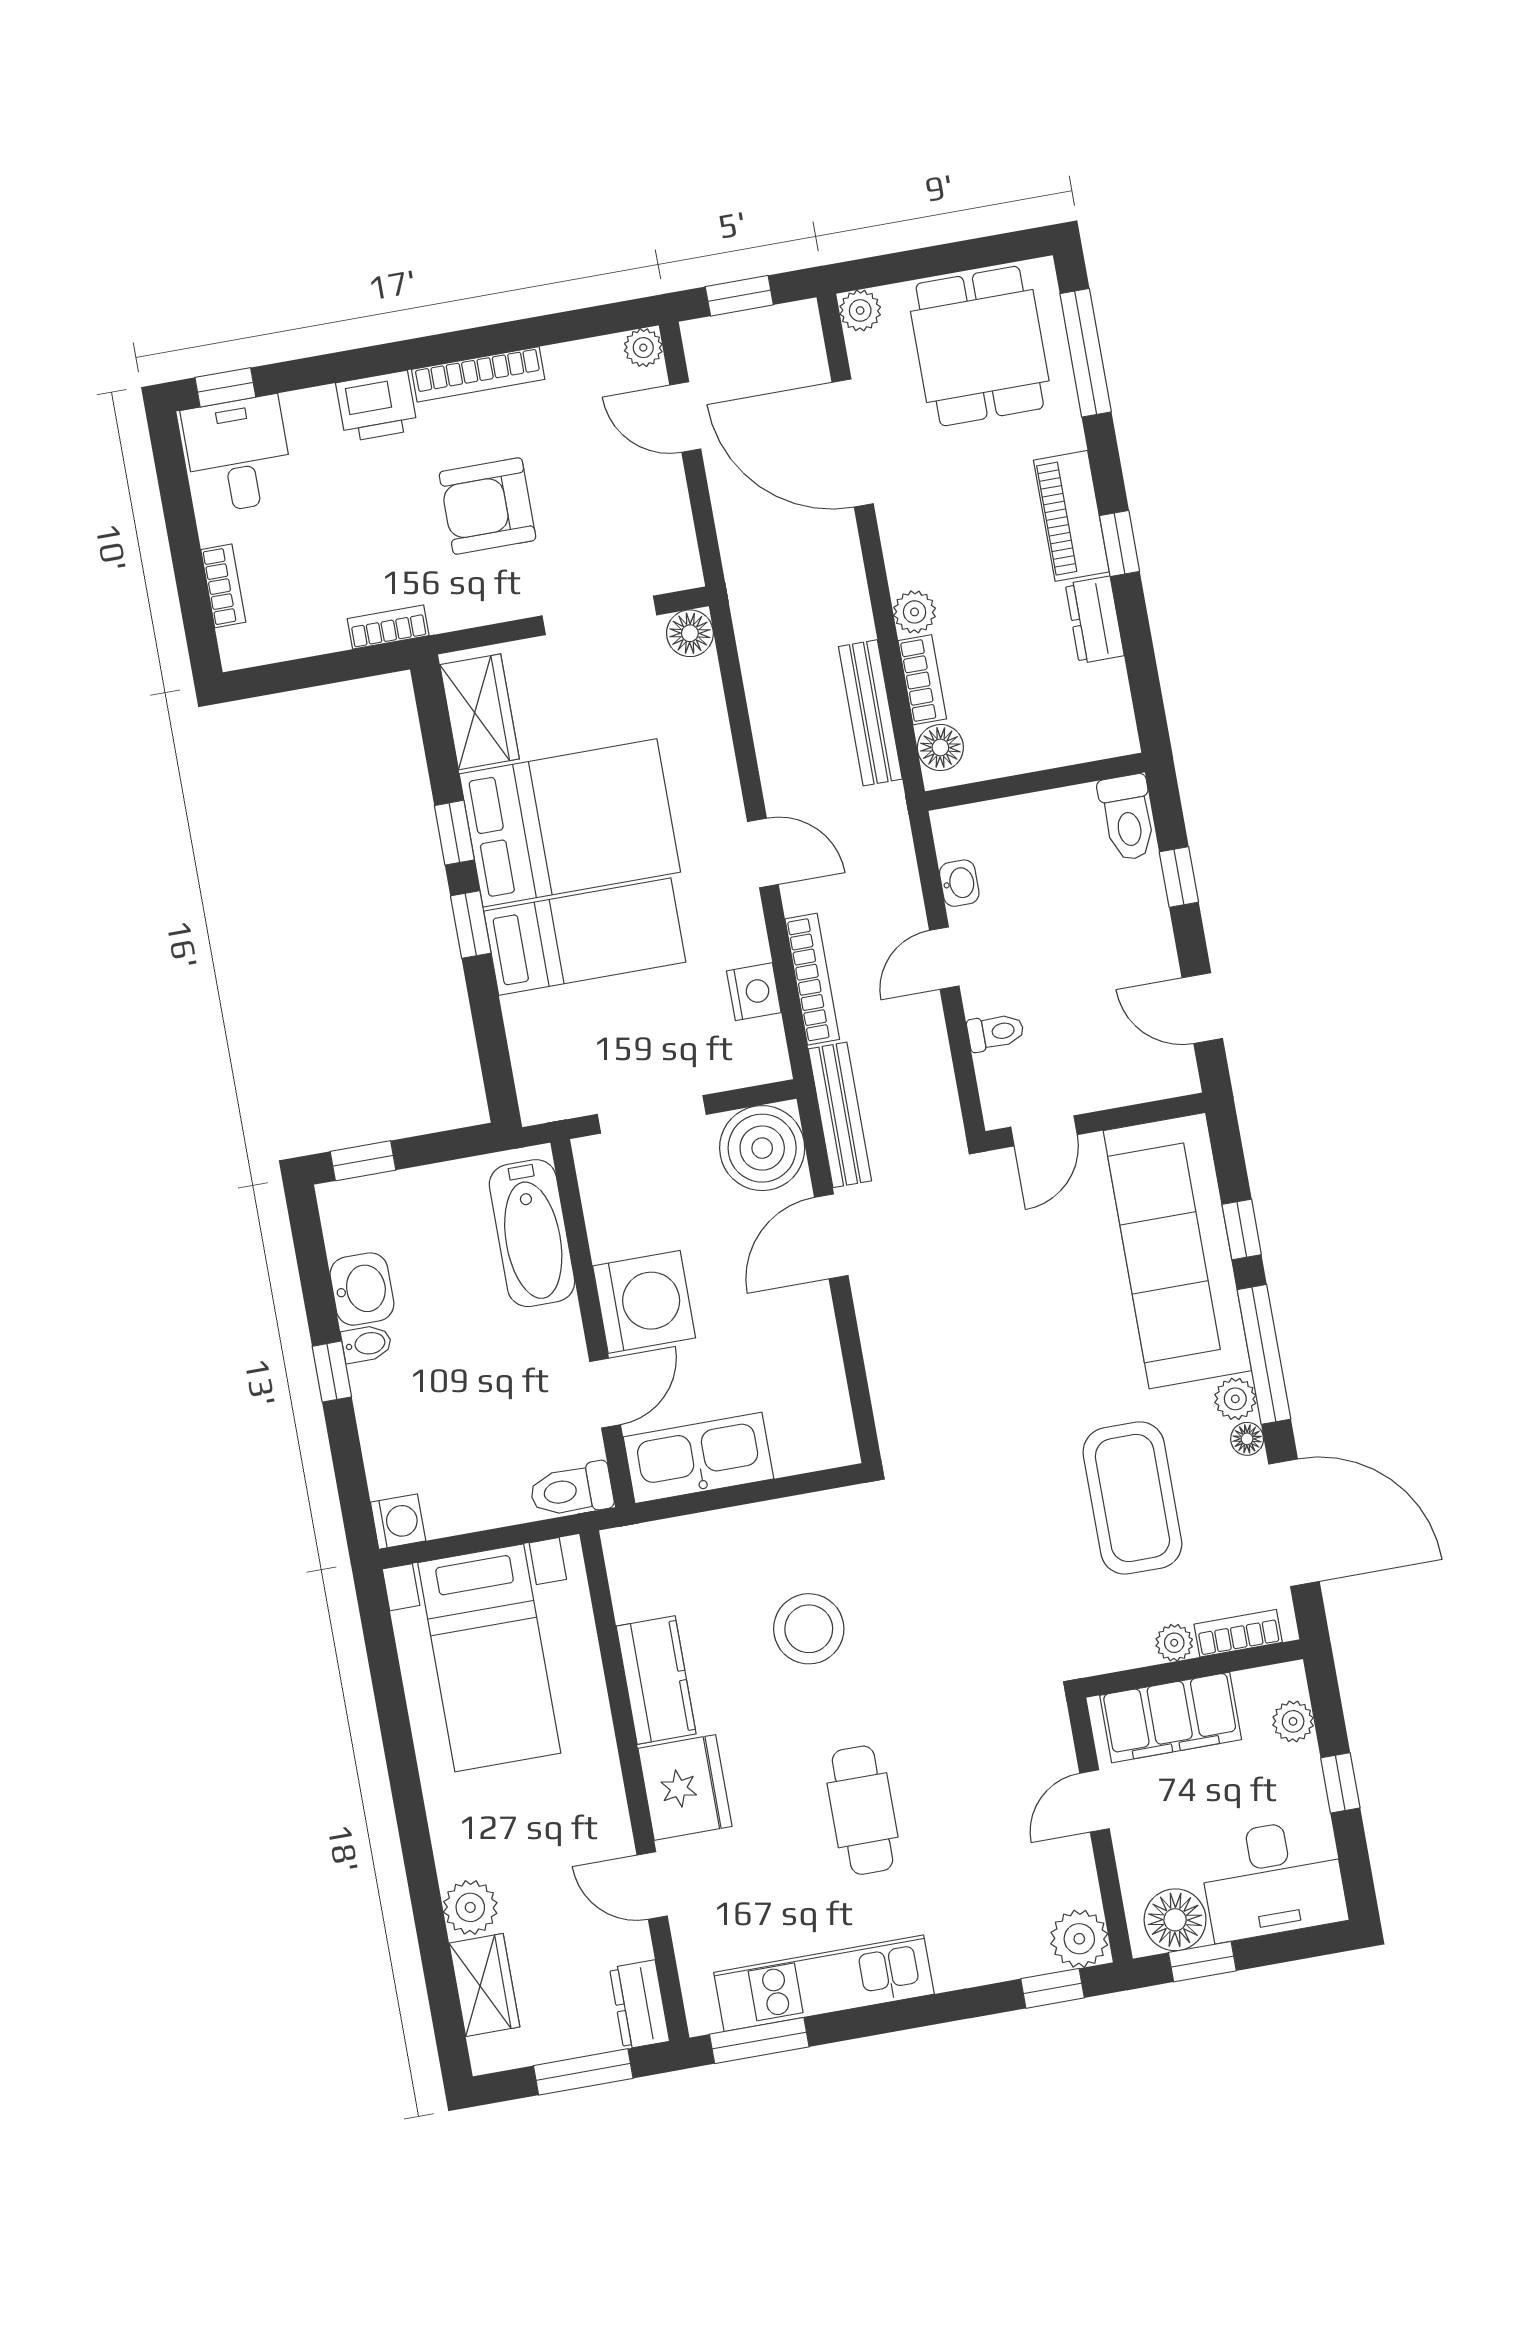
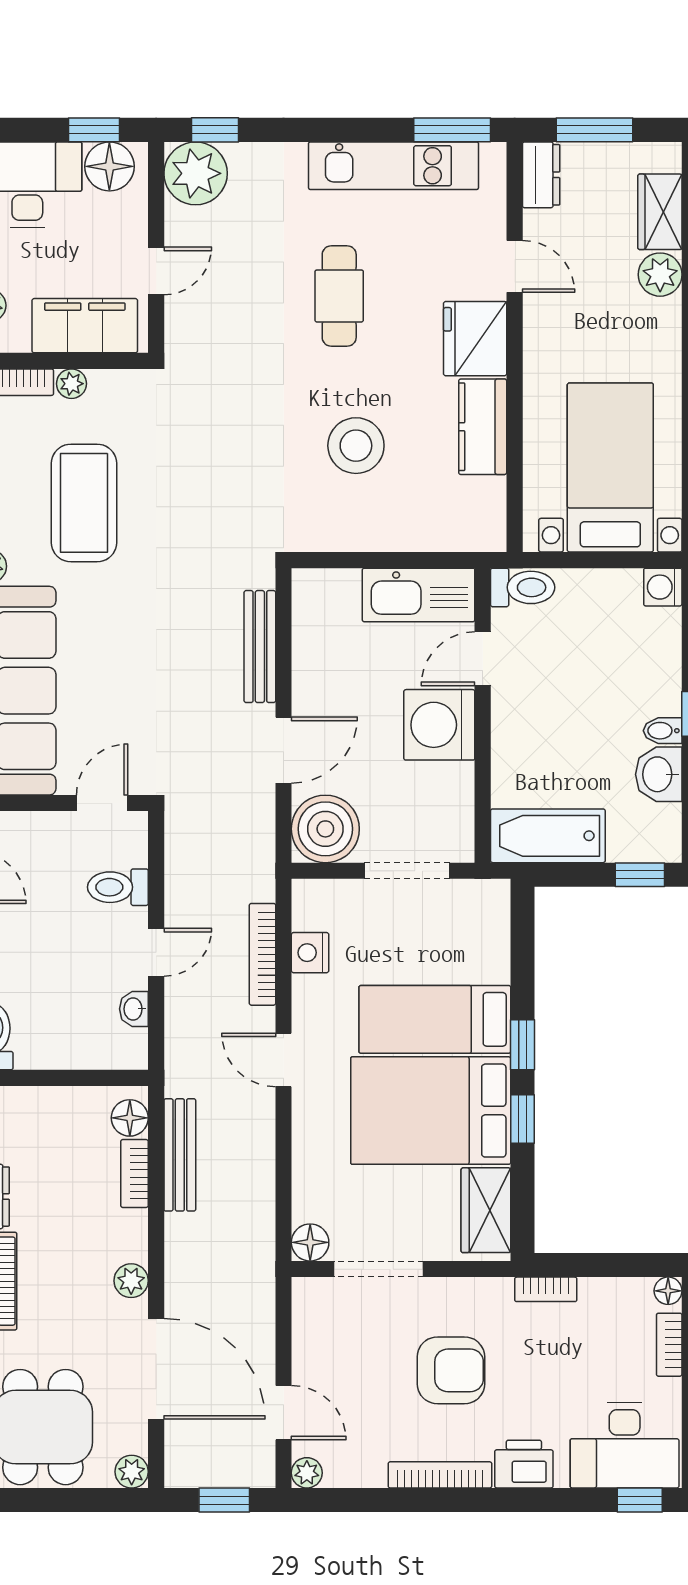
desk: (238, 455) -> (625, 1445), width x1.37
plant: (915, 612) -> (131, 1281), moved
floor lamp: (237, 652) -> (668, 1291), added
toilet: (996, 1032) -> (118, 887), width x1.37, depth x1.39
bench: (840, 1115) -> (260, 647), moved
bathtub: (532, 1233) -> (548, 836), moved, turned -90
plant: (1079, 1939) -> (196, 173), width x1.36, depth x1.36

